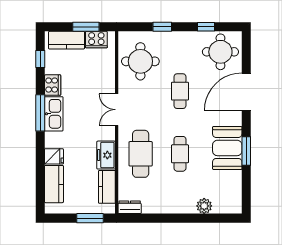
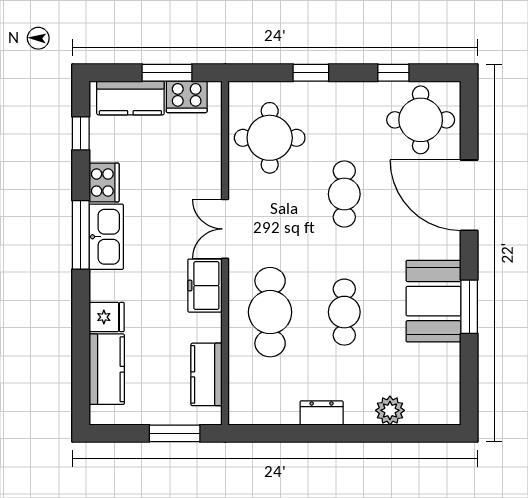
door: (246, 92) -> (469, 195), hinge flipped
freezer: (106, 155) -> (205, 286), moved
dresser: (130, 207) -> (322, 413), moved

